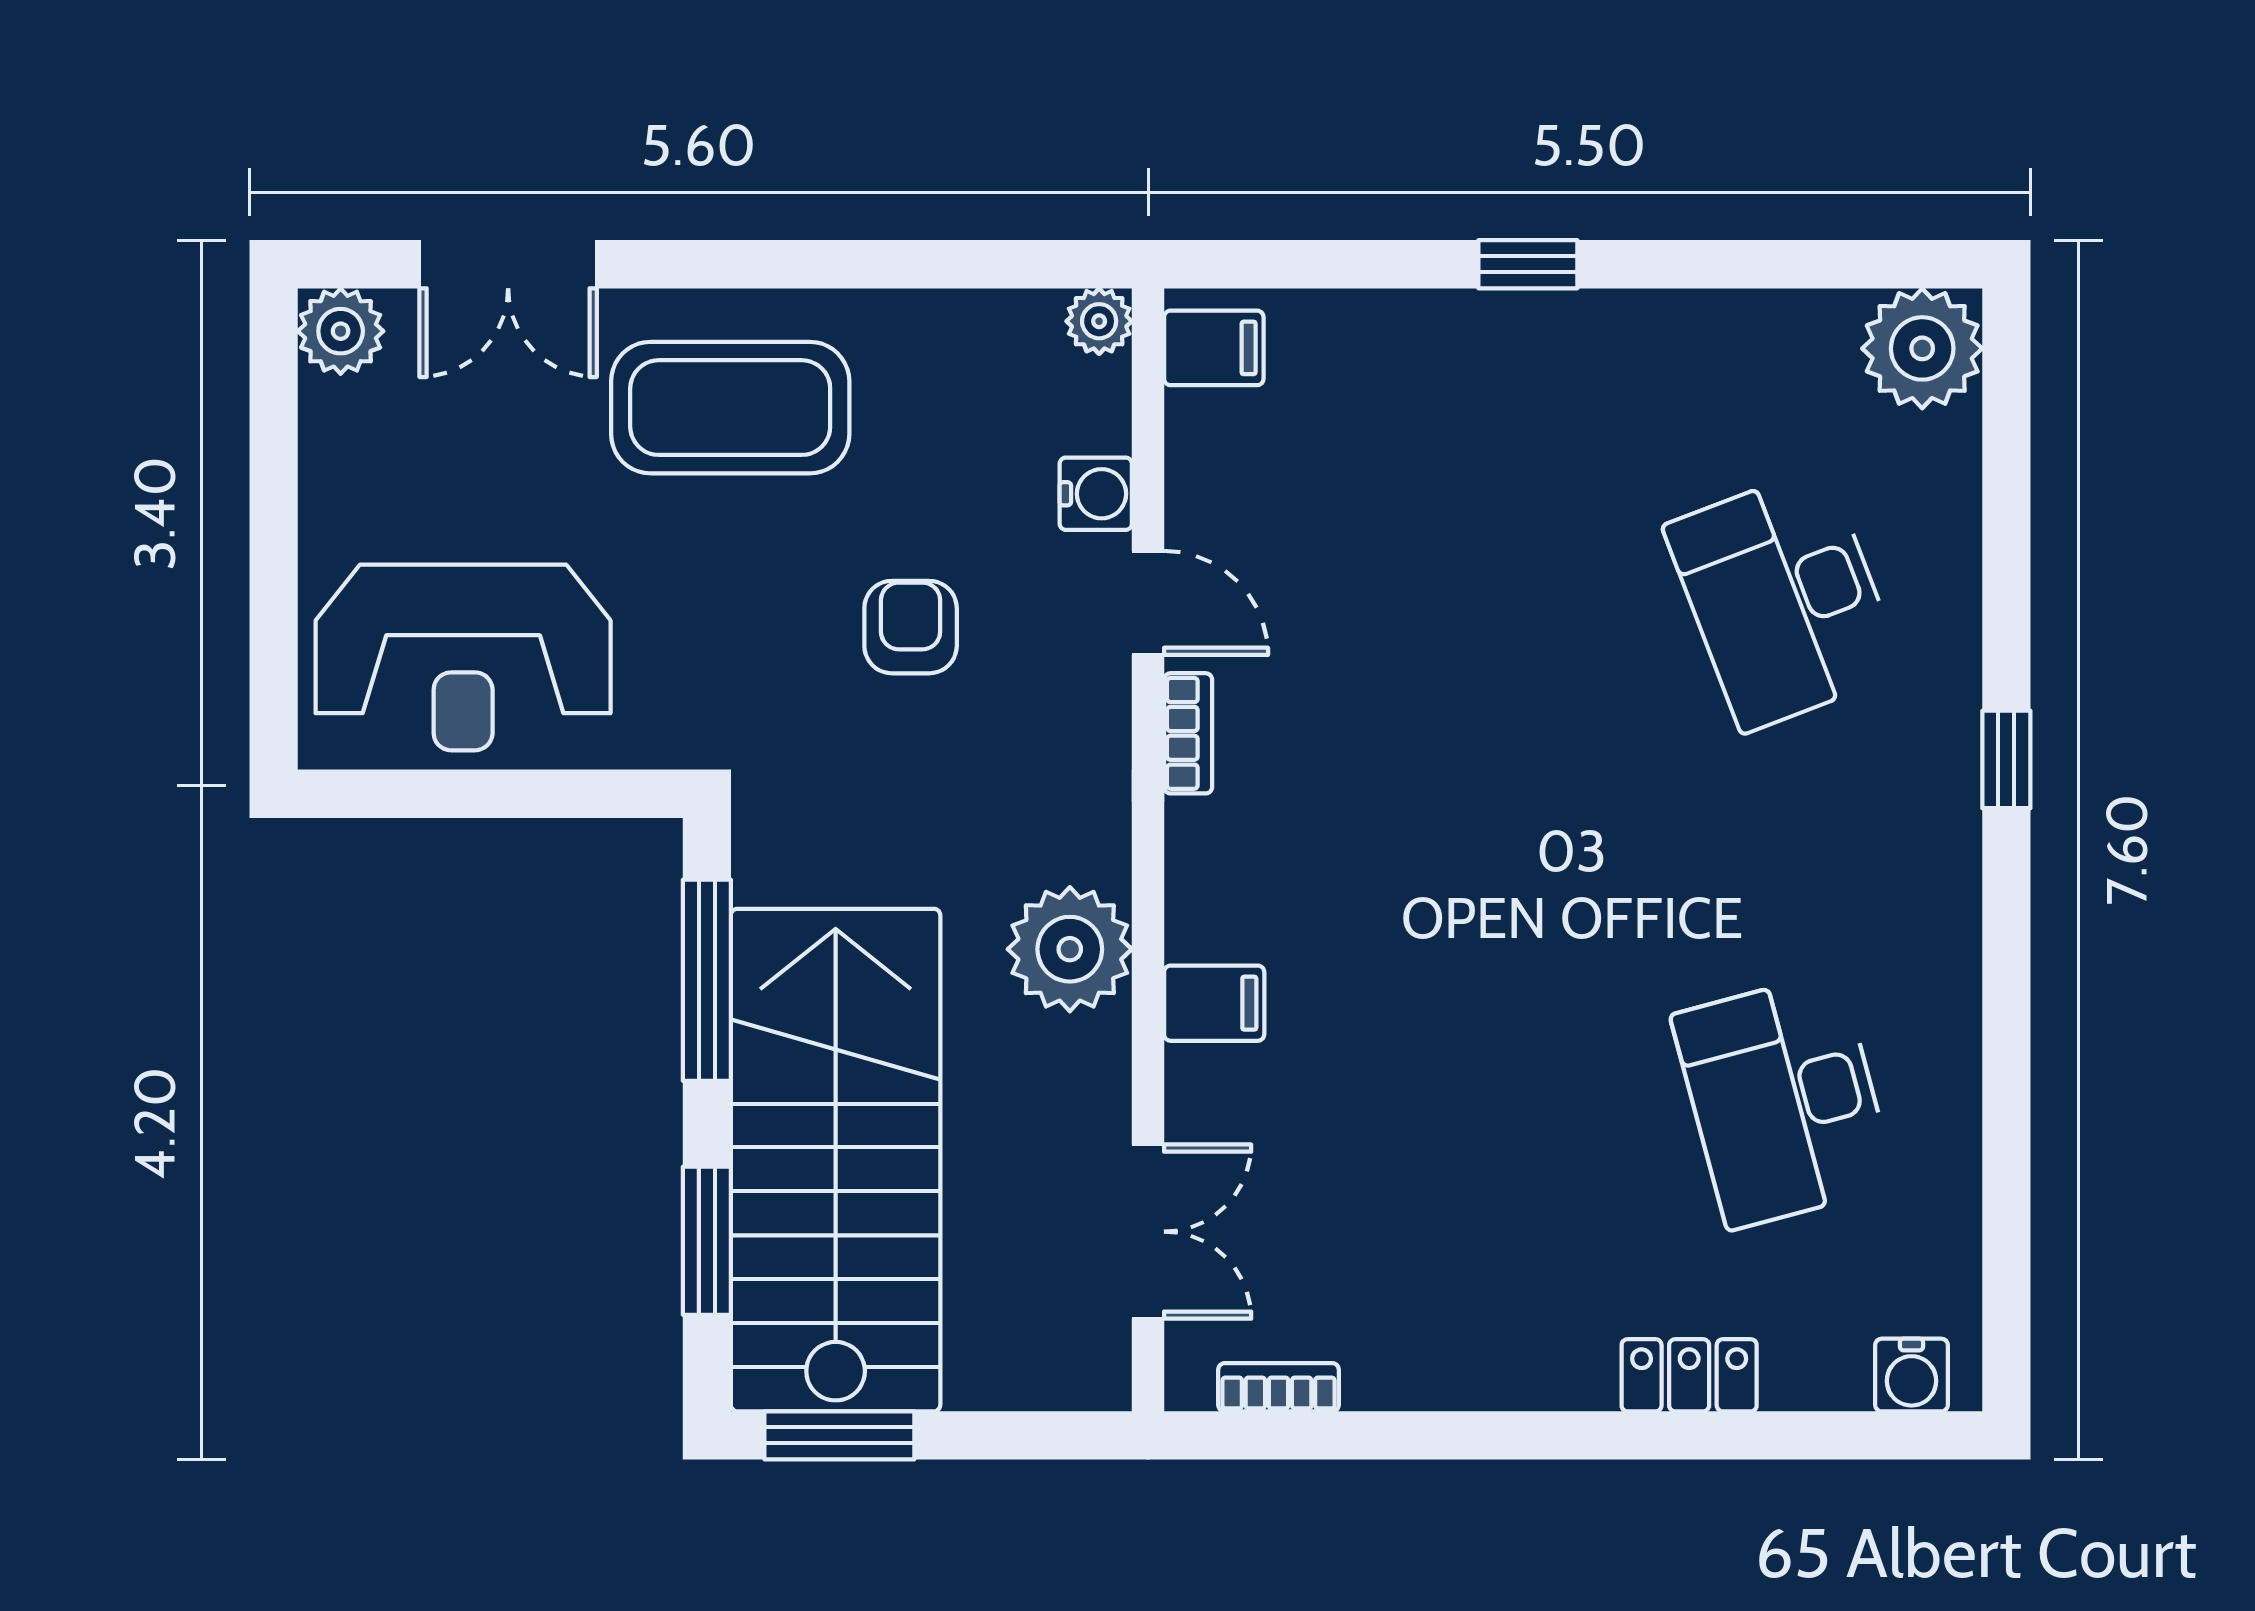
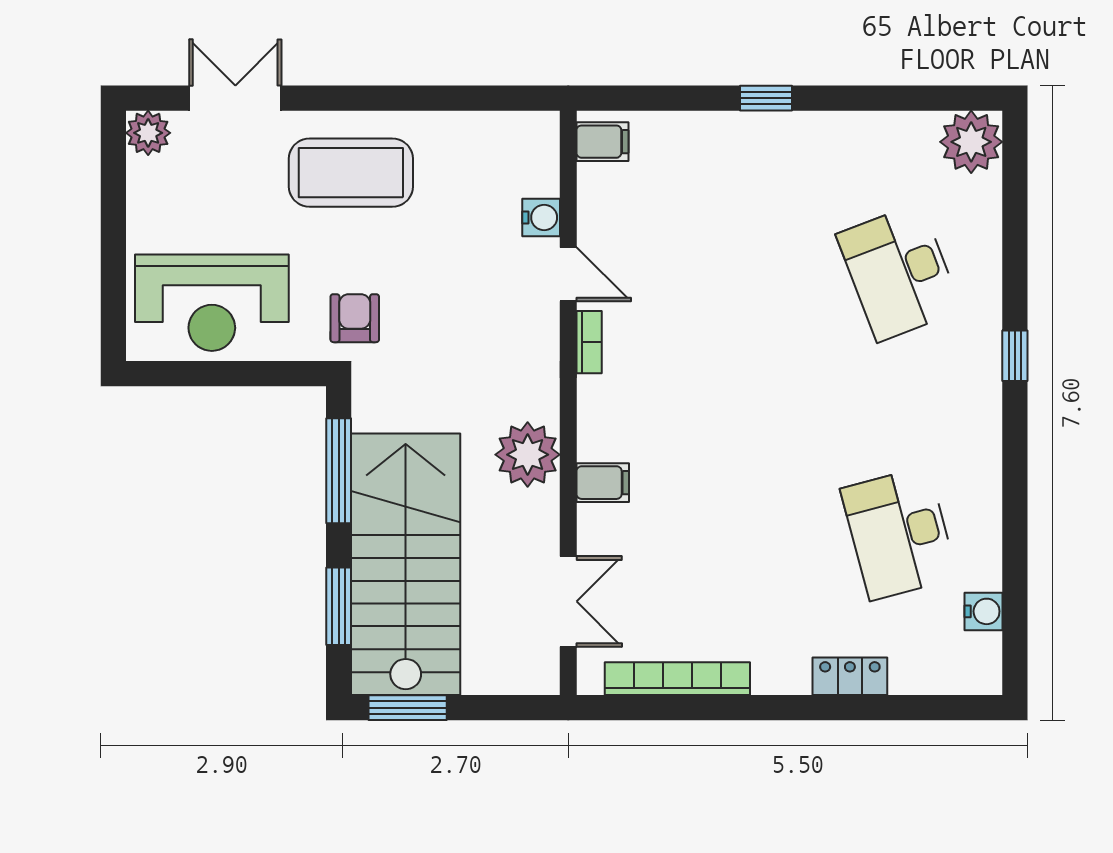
double door: (508, 264) -> (235, 98), swing flipped
plant: (1099, 321) -> (543, 128), removed
armchair: (911, 627) -> (355, 318), moved
water cooler: (1912, 1375) -> (984, 611), moved, turned -90
bookcase: (1278, 1387) -> (677, 679), width x2.31, depth x1.31

